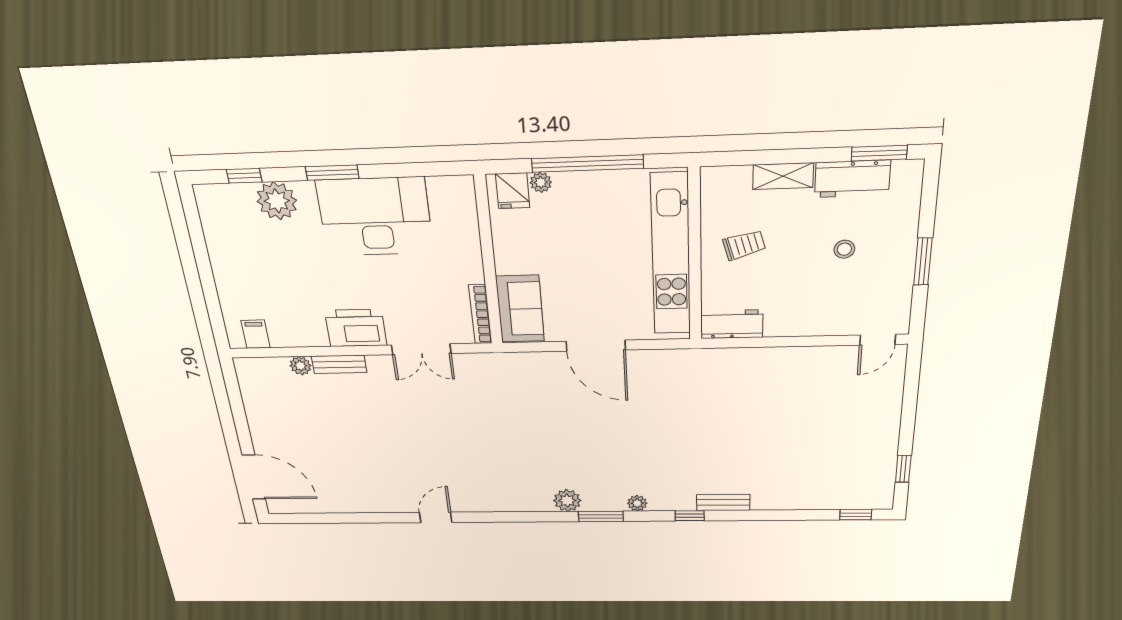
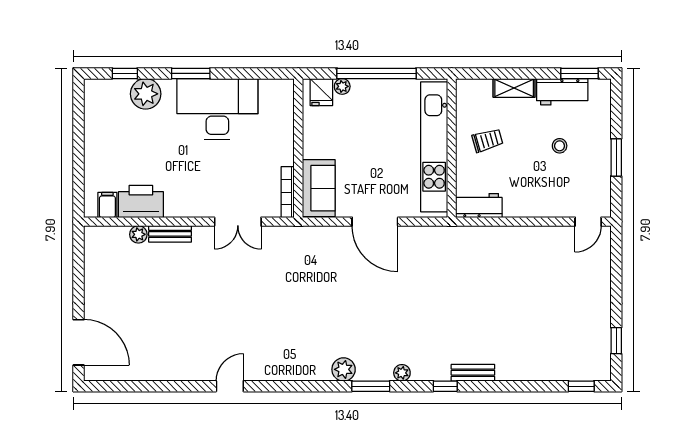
printer: (356, 328) -> (141, 201), moved

